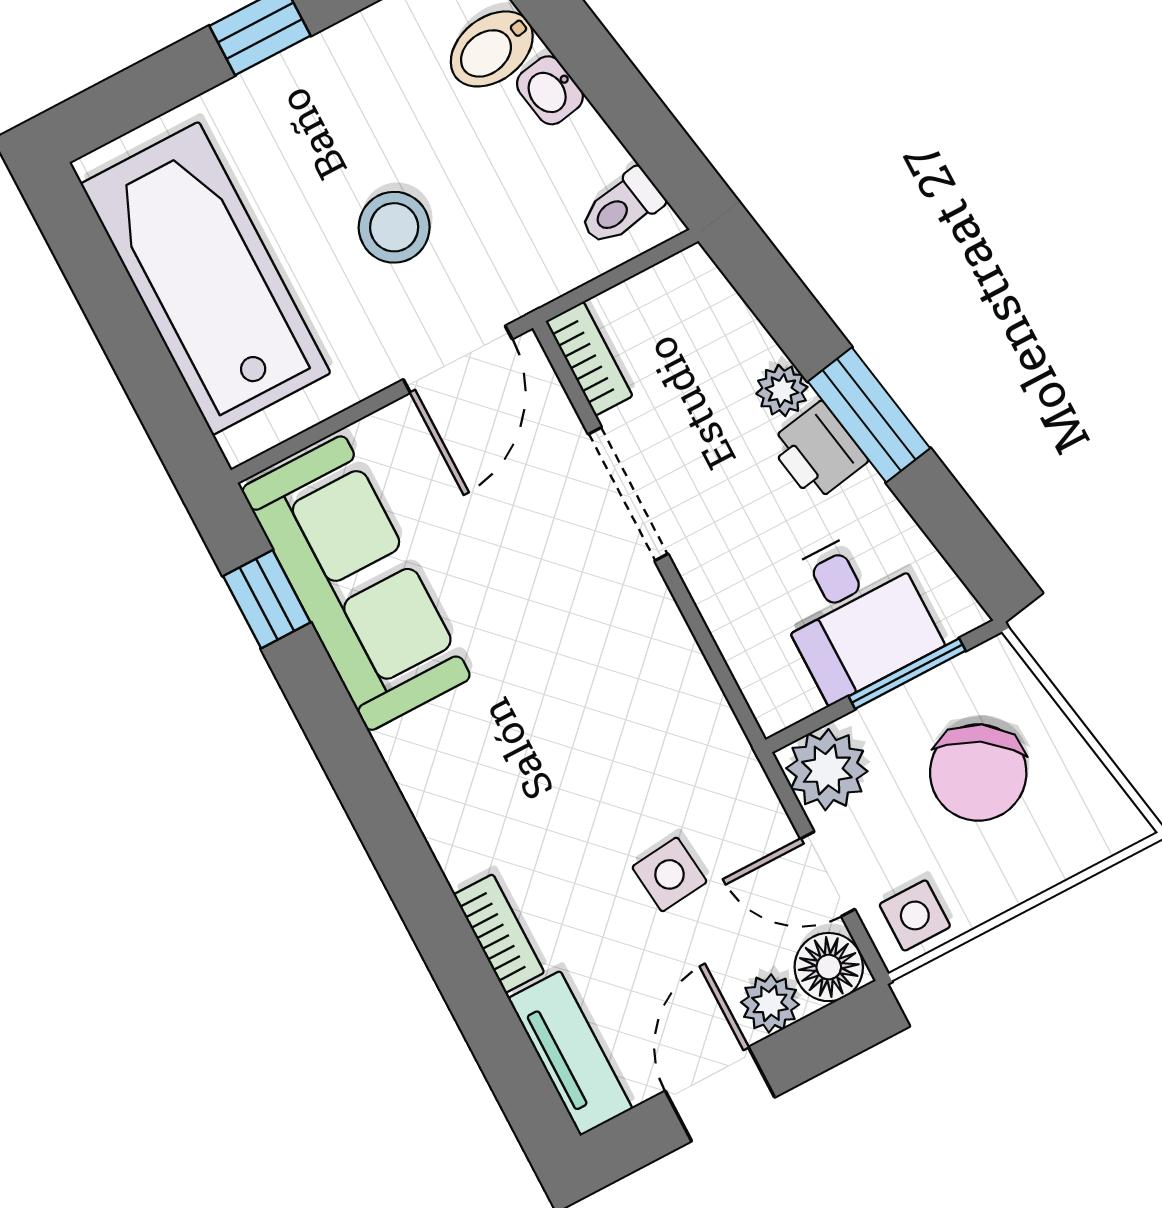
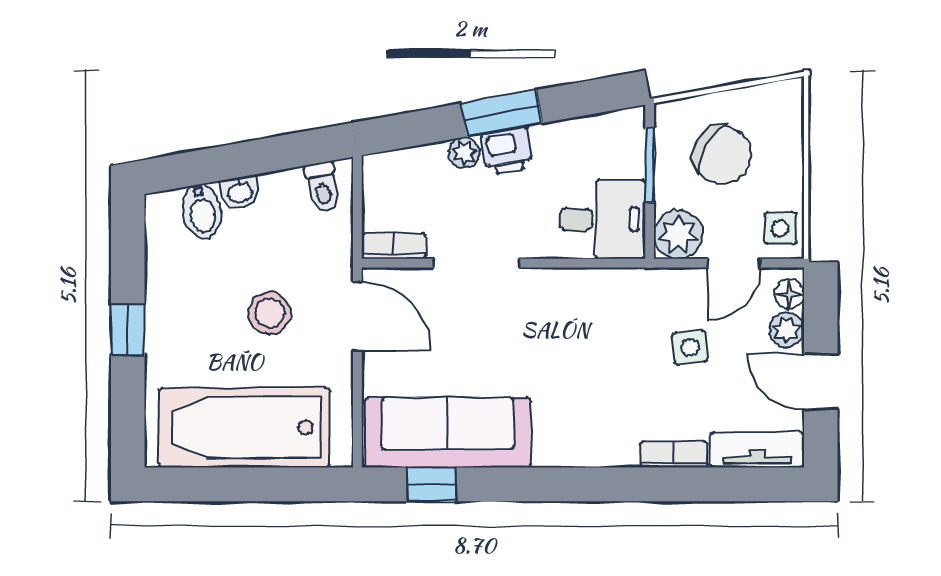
desk: (854, 613) -> (603, 219), moved
floor lamp: (829, 967) -> (789, 294), width x0.73, depth x0.73

